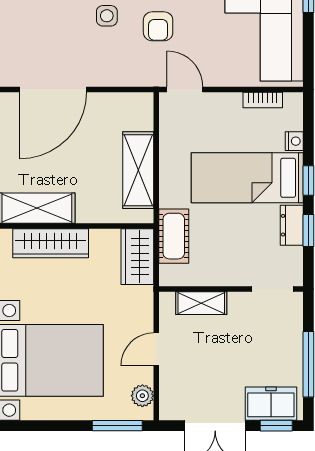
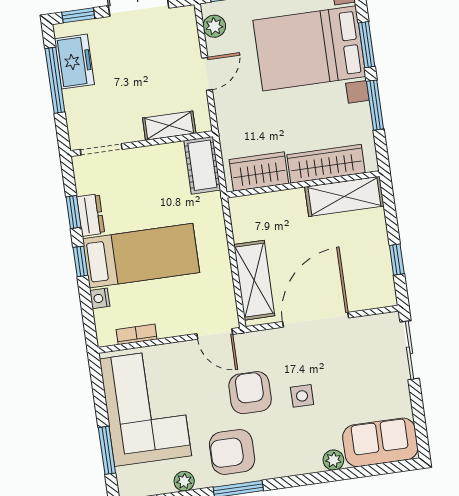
armchair: (158, 26) -> (250, 393), width x1.38, depth x1.38
door: (53, 90) -> (316, 320), moved
shelving: (138, 170) -> (254, 280), moved
cot: (174, 236) -> (202, 165), moved
wardrobe: (137, 257) -> (259, 172), moved, turned -90
freezer: (271, 404) -> (74, 62), moved, turned -90

